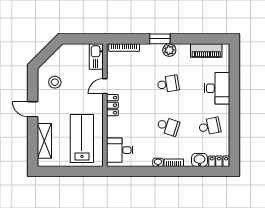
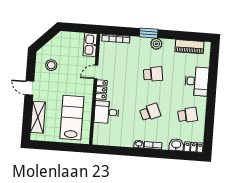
school desk: (168, 126) -> (150, 112), turned -42
desk: (120, 150) -> (107, 112), moved

